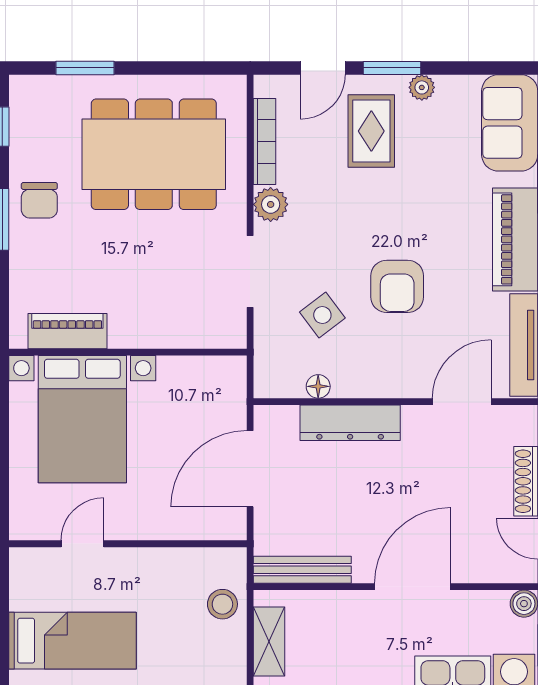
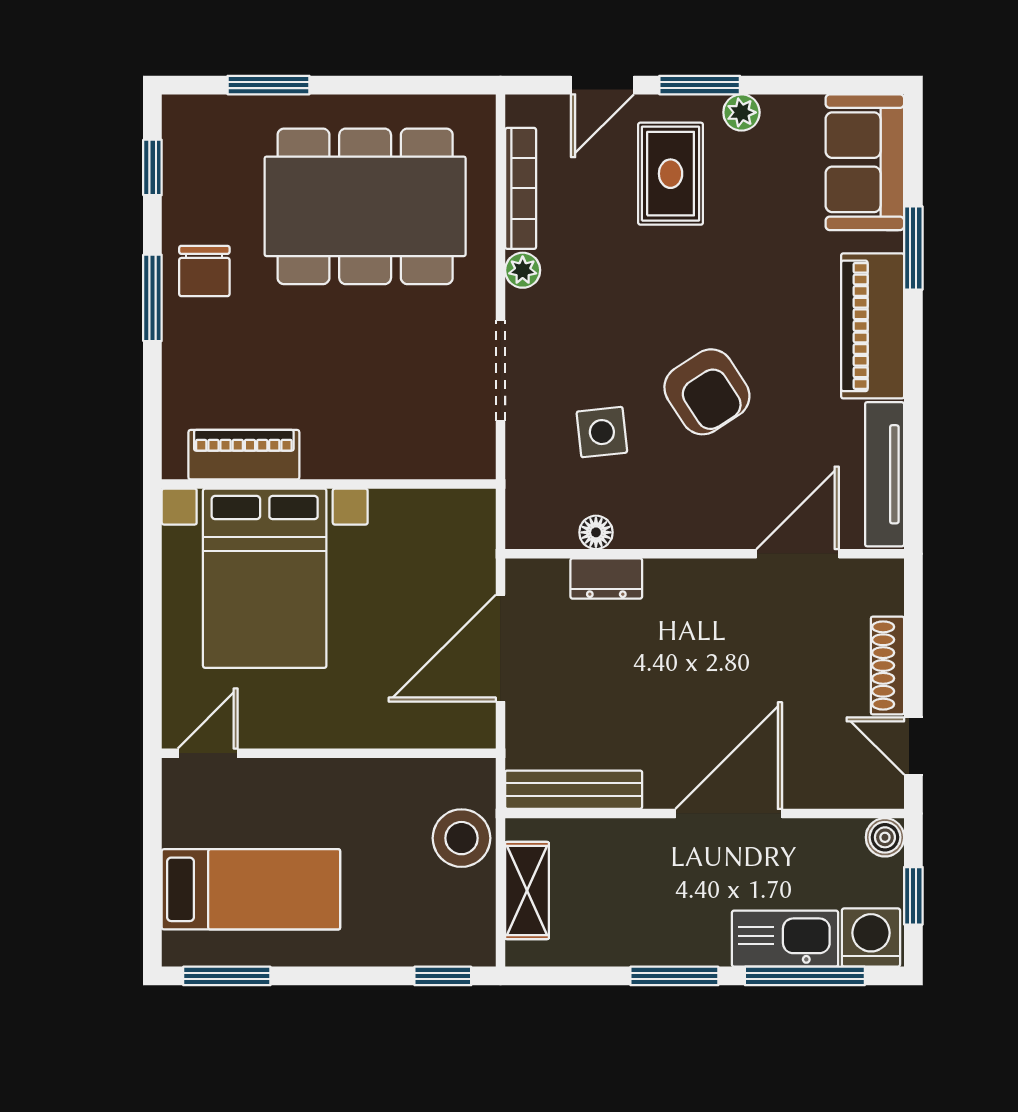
plant: (271, 204) -> (523, 270), width x0.73, depth x0.73
armchair: (397, 286) -> (707, 392), turned -33
side table: (322, 315) -> (602, 432), turned 31
dresser: (350, 423) -> (606, 578), width x0.51, depth x0.80
door: (82, 544) -> (208, 753), moved
stool: (222, 604) -> (461, 838), width x1.38, depth x1.38

